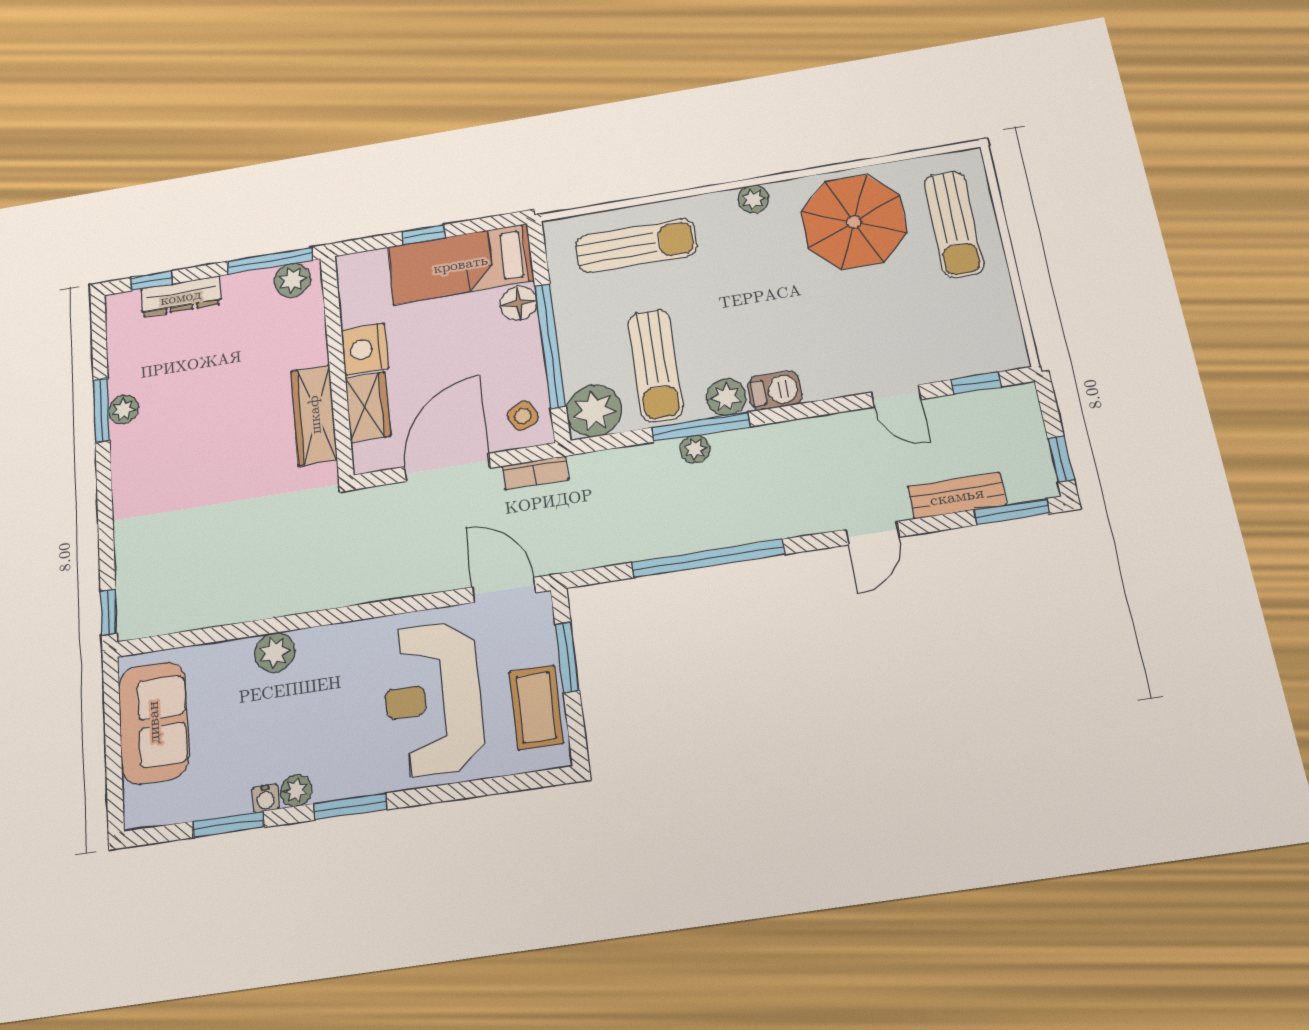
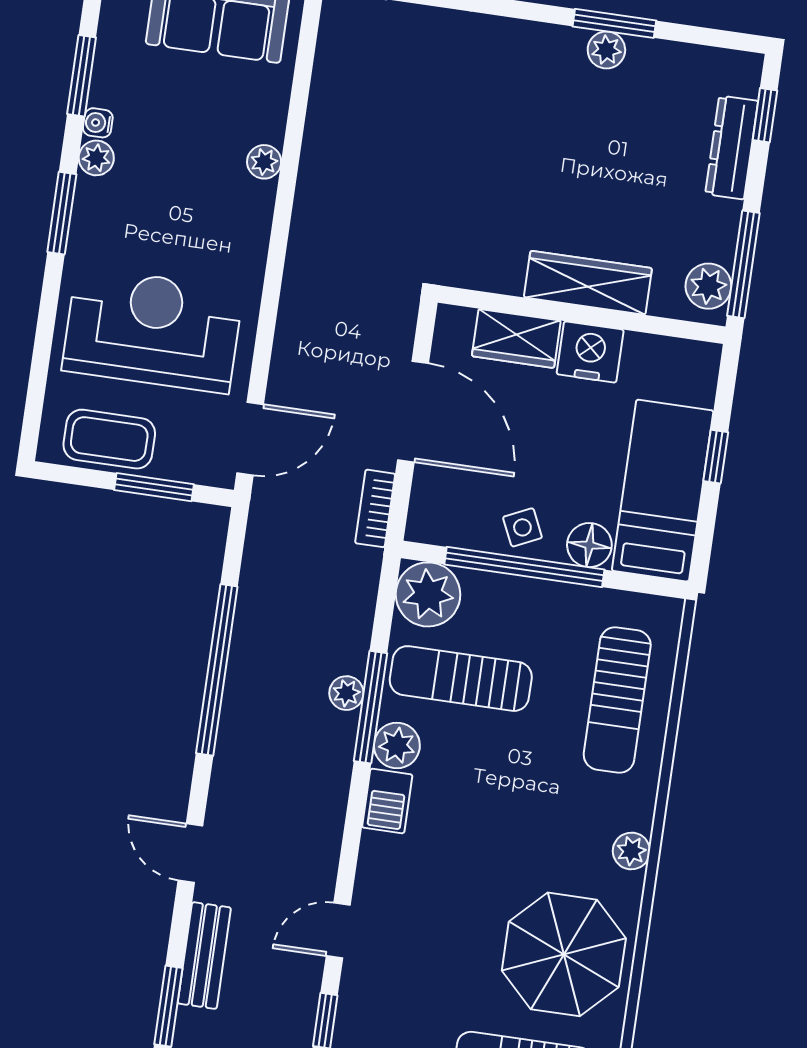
wardrobe: (314, 415) -> (588, 283), moved
side table: (523, 416) -> (522, 527), moved
plant: (275, 652) -> (264, 162), width x0.73, depth x0.73

